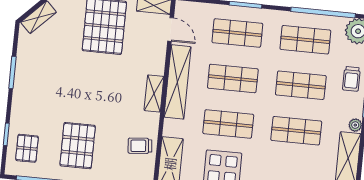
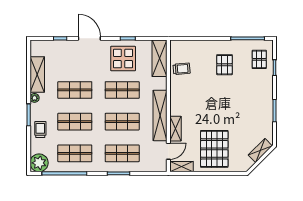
door: (171, 29) -> (168, 151), swing flipped
shelving: (154, 93) -> (175, 129), moved
pallet: (78, 146) -> (225, 65), width x0.67, depth x0.71

